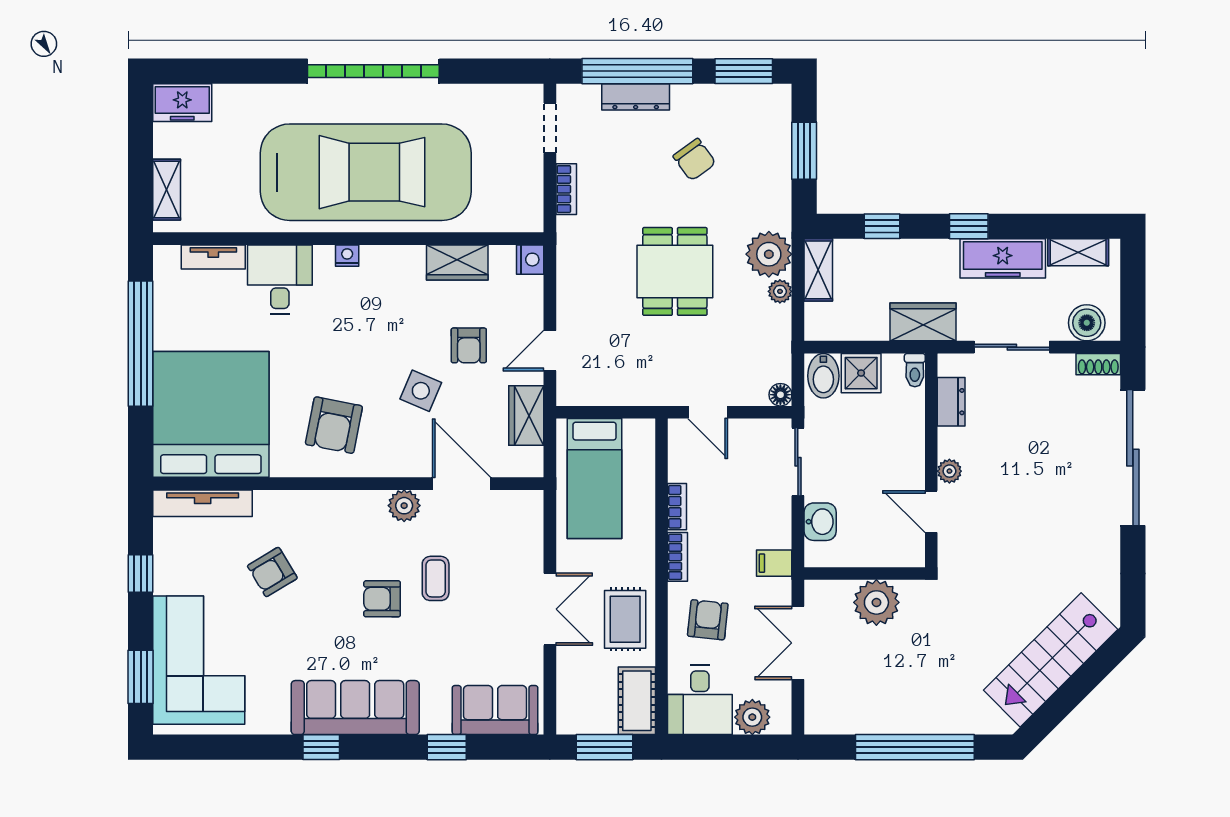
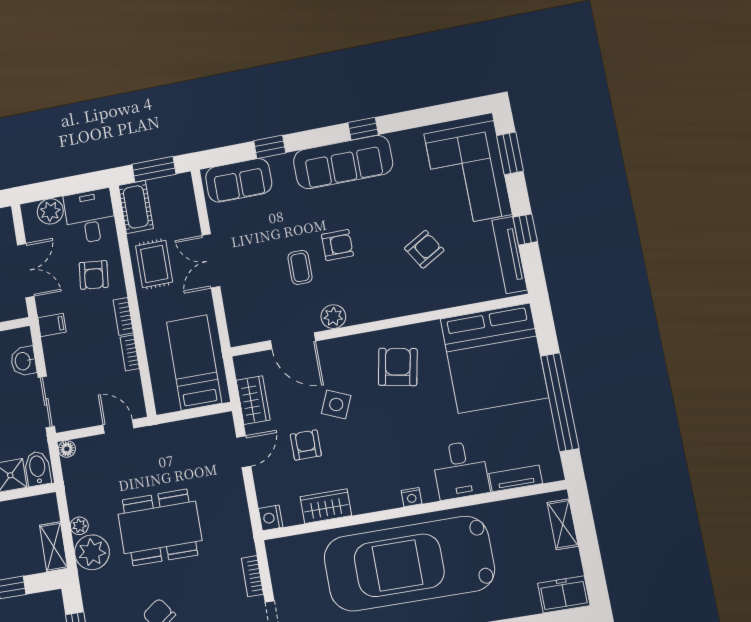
dining table: (675, 271) -> (160, 527), width x1.38
tv unit: (203, 503) -> (510, 255), moved, turned -90

